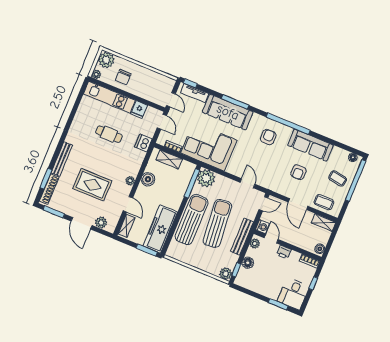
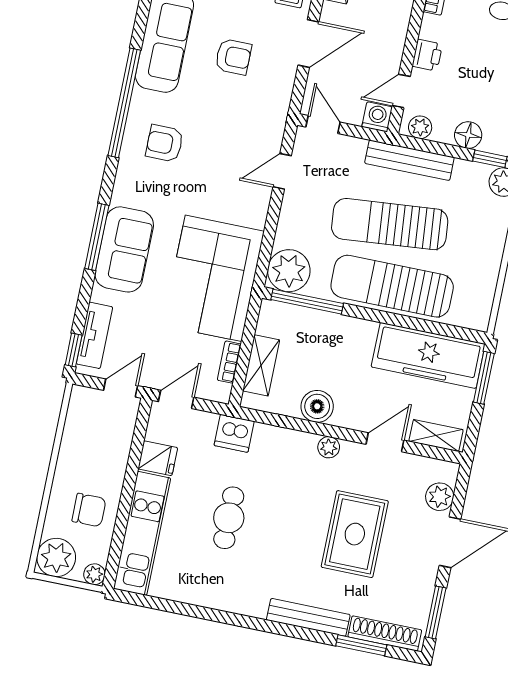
sofa: (228, 112) -> (124, 249), width x0.73

